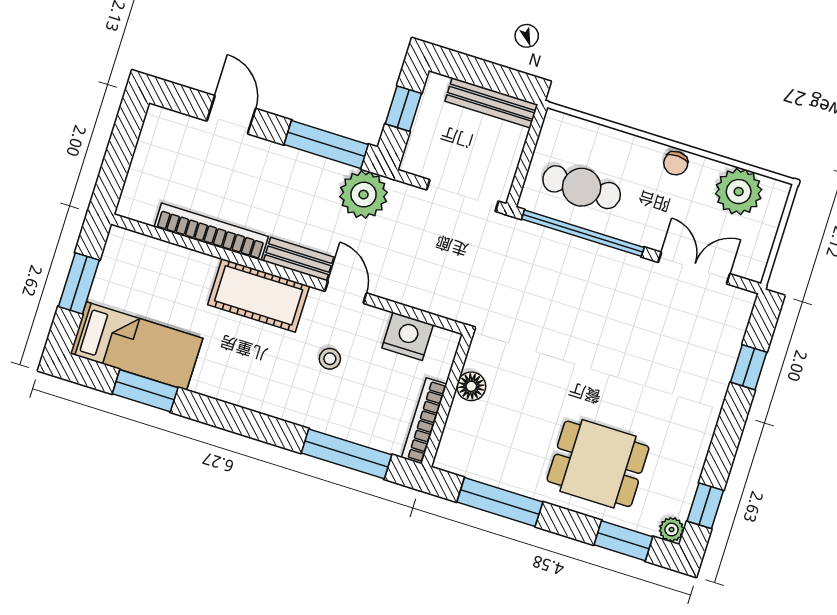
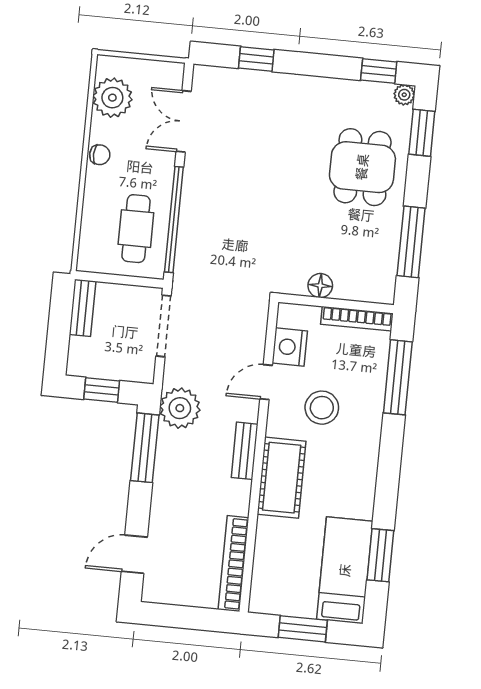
bench: (491, 103) -> (83, 308), width x0.73
door: (231, 115) -> (134, 554), moved
bookcase: (211, 232) -> (234, 564), moved
door: (346, 292) -> (266, 382), moved
stool: (330, 359) -> (322, 408), width x1.89, depth x1.89

